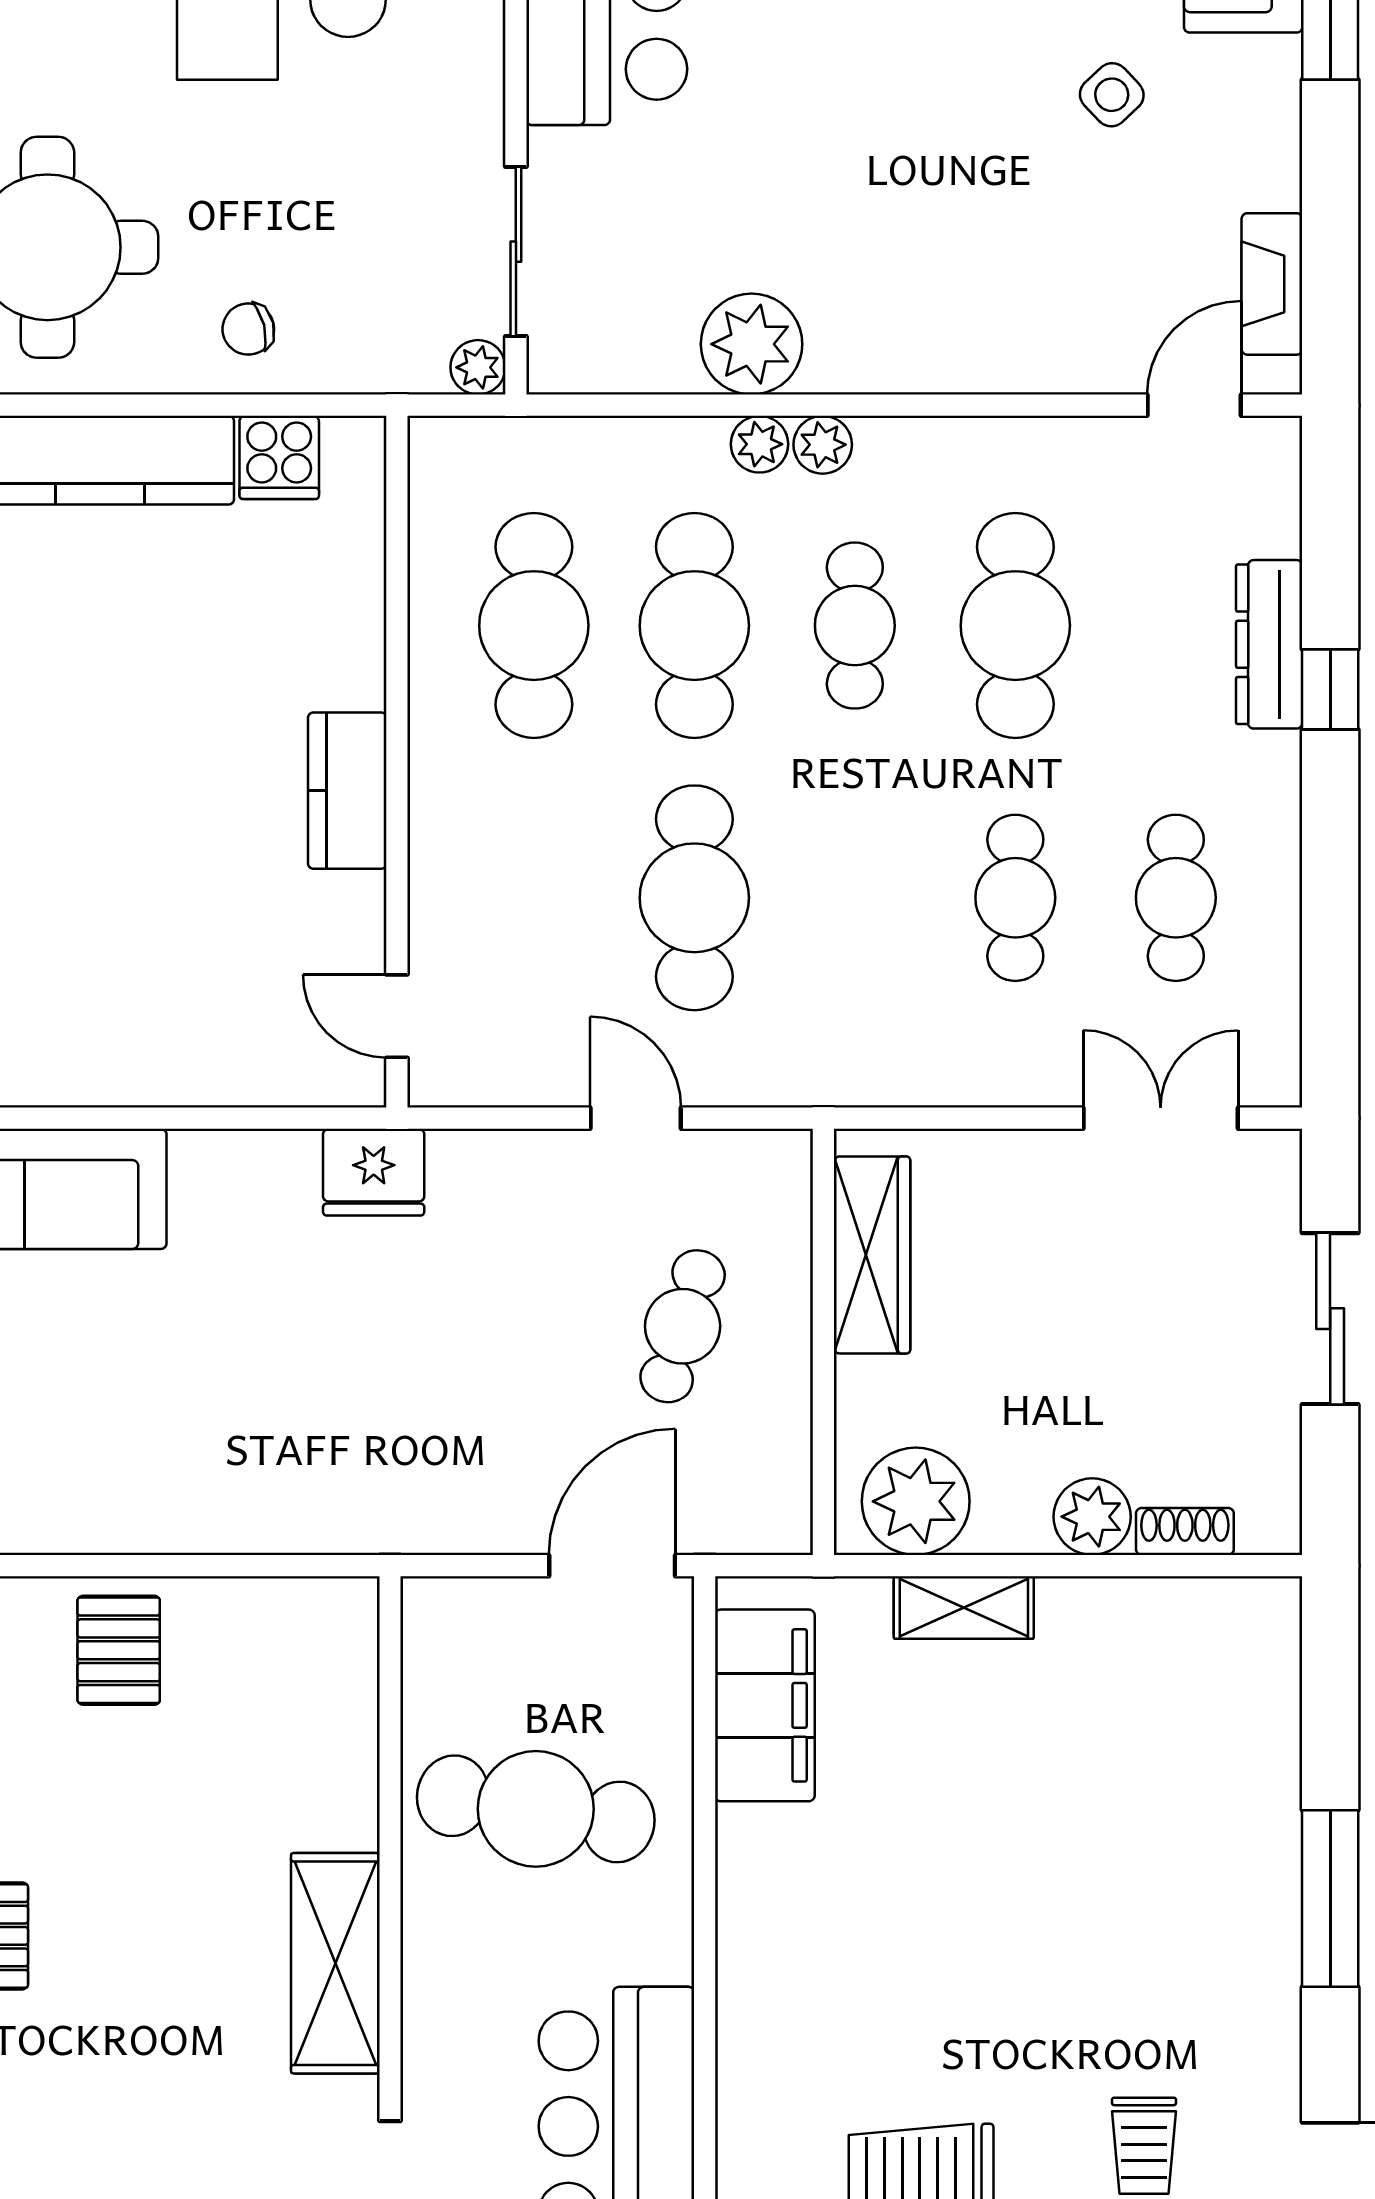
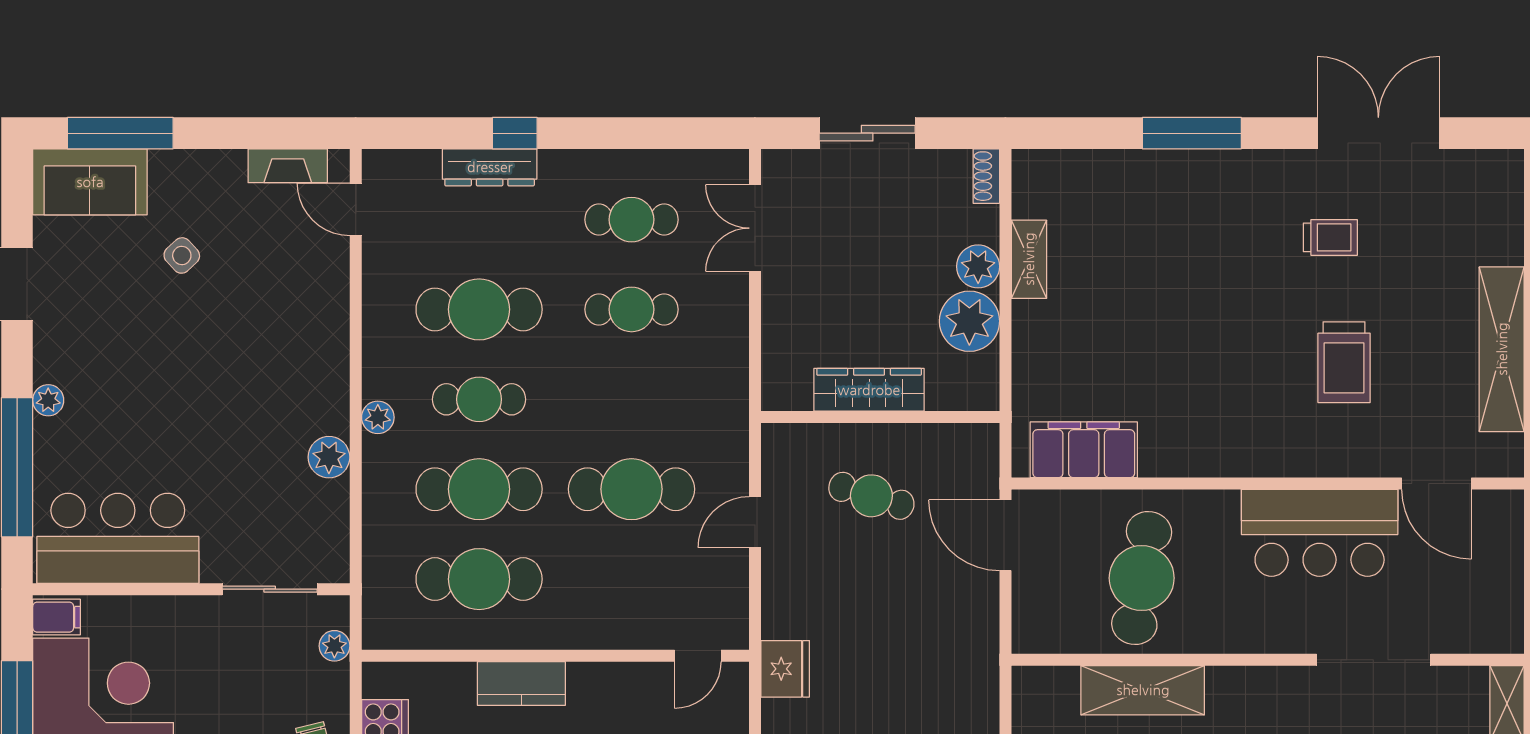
plant: (752, 344) -> (329, 457), width x0.73, depth x0.73
plant: (478, 367) -> (334, 646), moved
plant: (759, 444) -> (377, 453), removed
kitchen counter: (347, 791) -> (521, 684), moved
wardrobe: (872, 1255) -> (869, 390), moved
plant: (916, 1501) -> (969, 321), moved
shoe rack: (1185, 1531) -> (986, 176), moved
shelving: (964, 1608) -> (1029, 259), moved
shelving: (335, 1963) -> (1143, 690), moved

